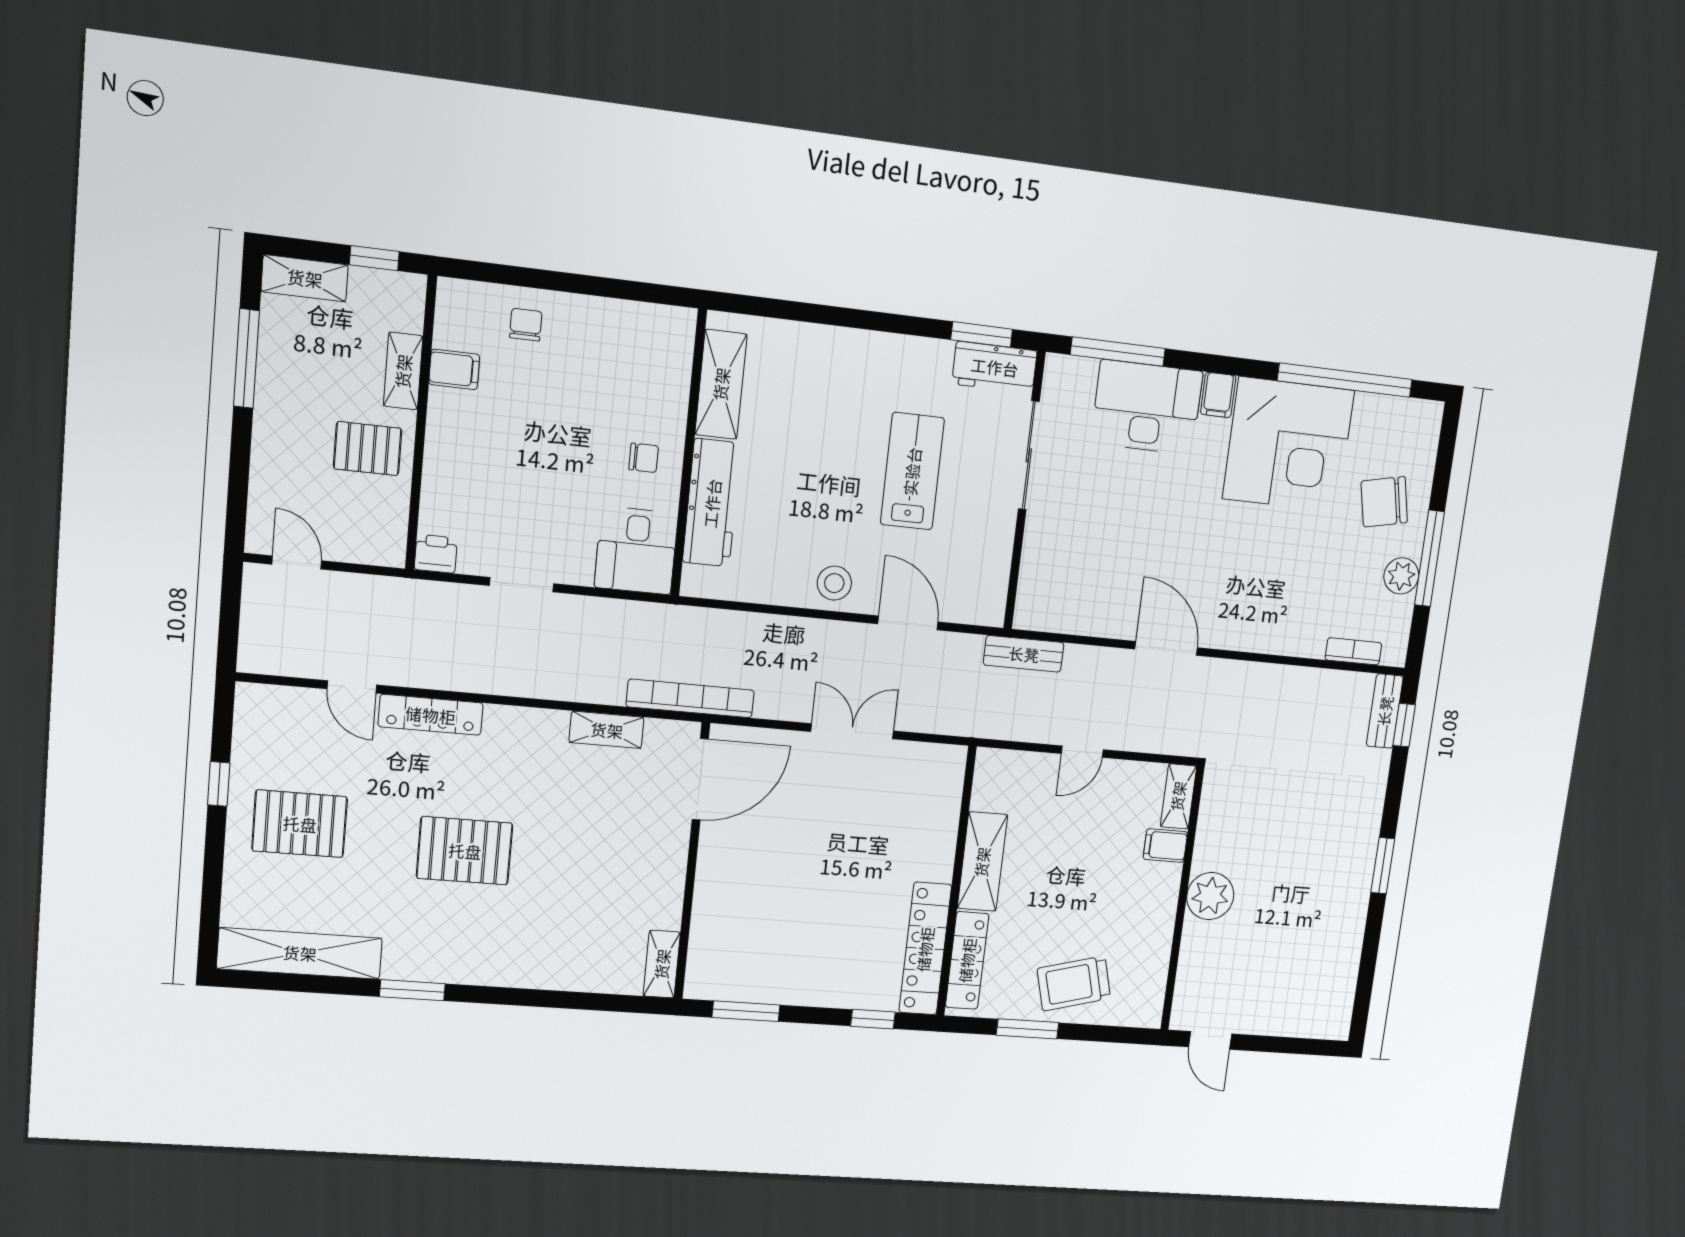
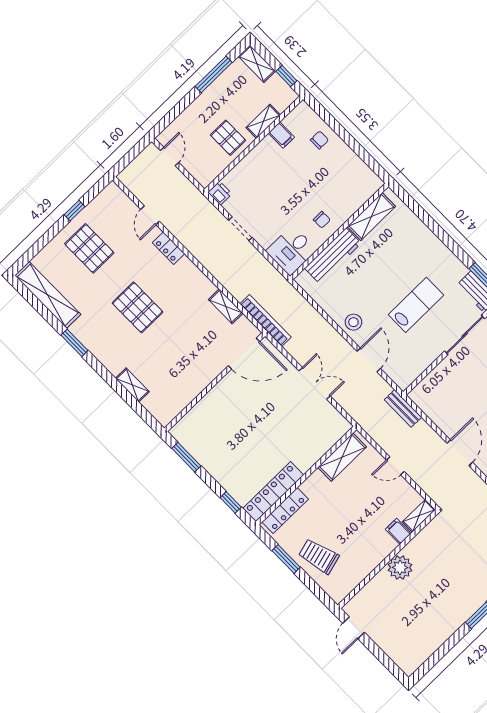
locker: (431, 715) -> (169, 248), width x0.66
shelving: (982, 862) -> (342, 457), moved
shelving: (662, 964) -> (132, 385), moved, turned 90

